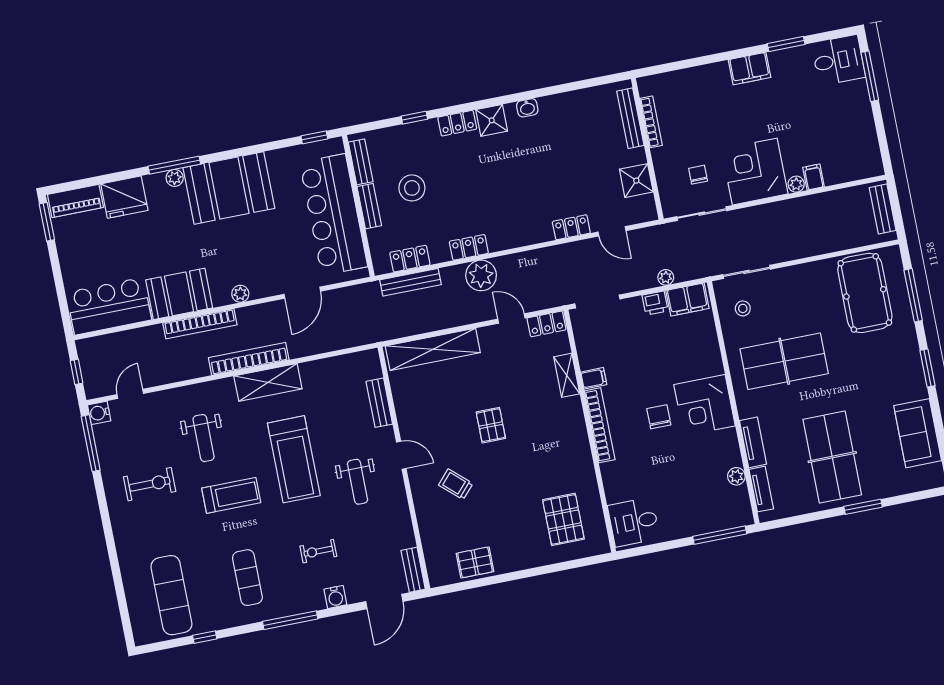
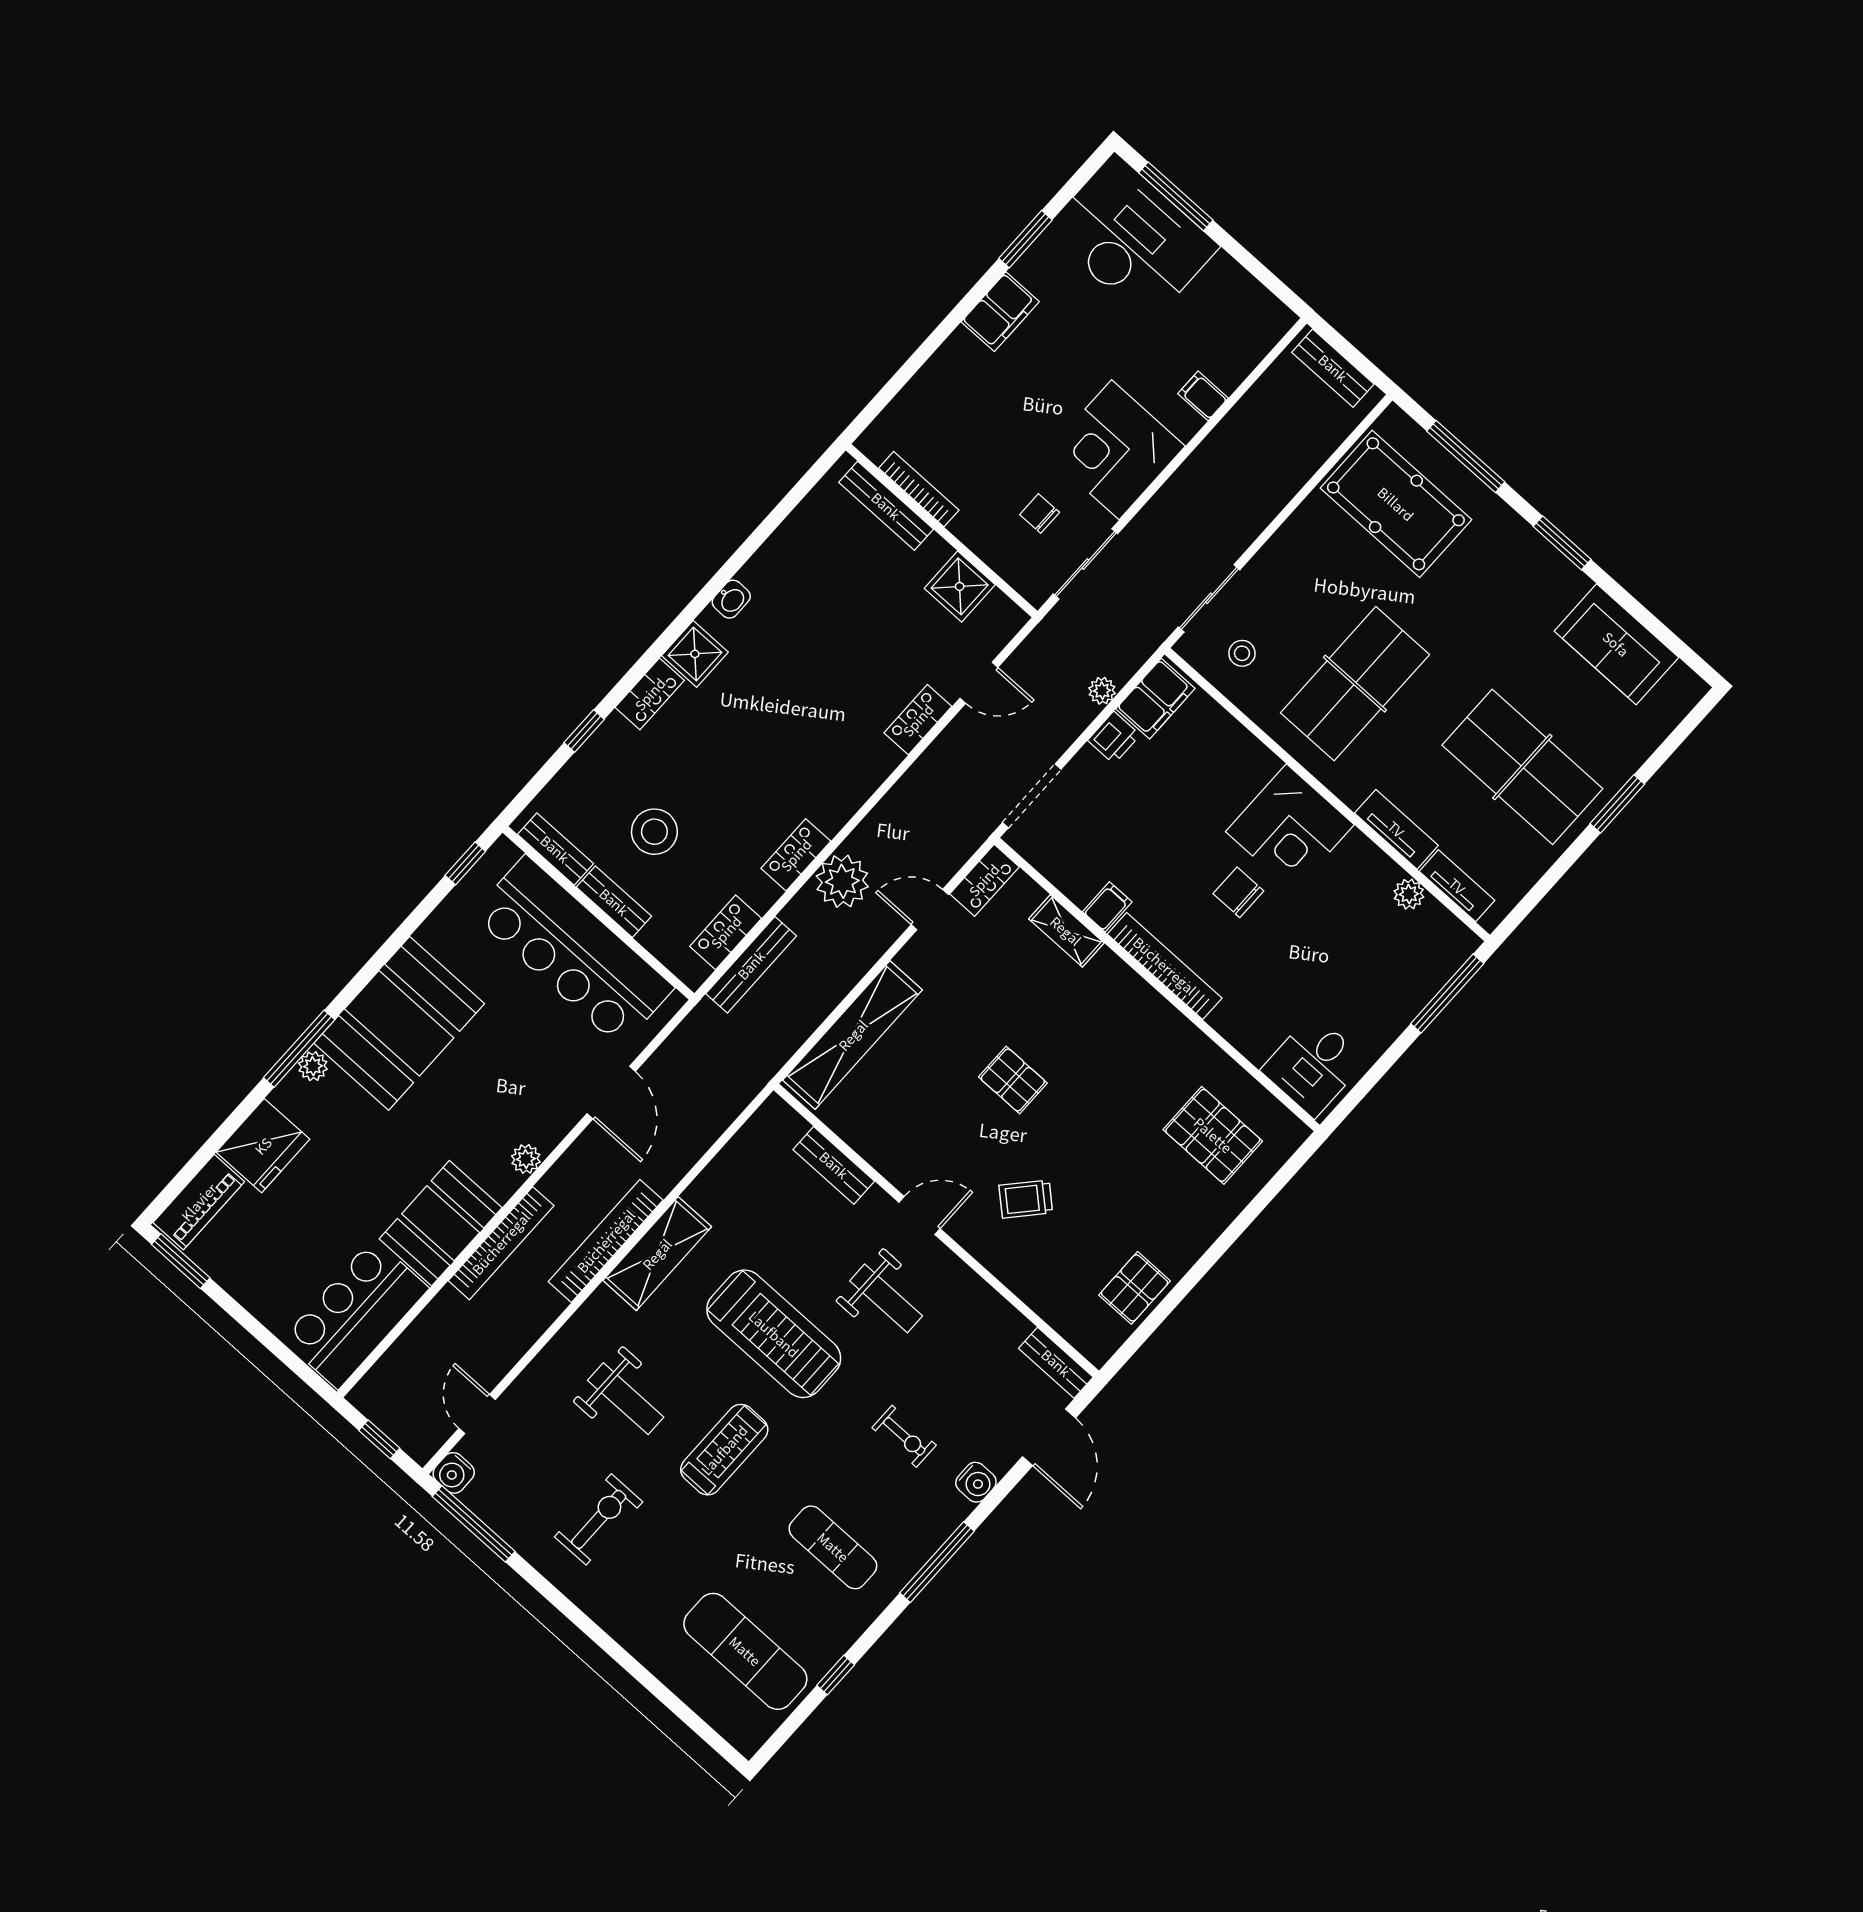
desk: (838, 60) -> (1132, 239), width x1.87, depth x1.30
plant: (796, 184) -> (1186, 424), removed
exercise bike: (318, 551) -> (904, 1436), turned -90

